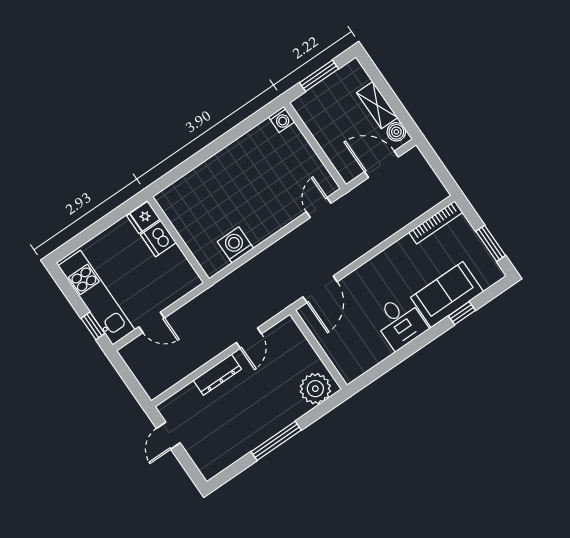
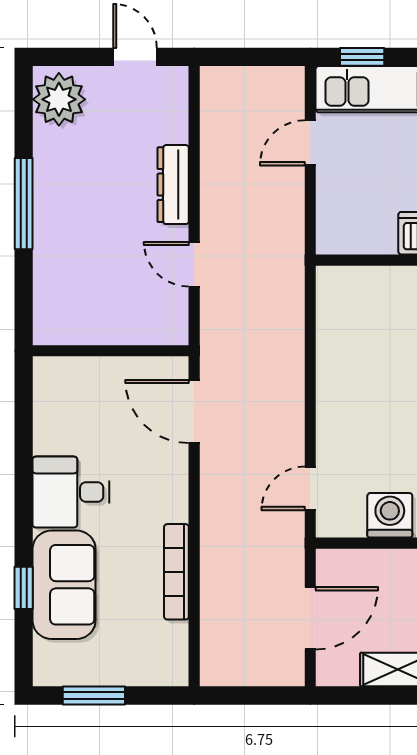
boiler: (396, 132) -> (342, 671), removed
door: (319, 208) -> (310, 488), swing flipped
bookcase: (436, 222) -> (176, 572), moved
washing machine: (235, 245) -> (390, 515), moved, turned -90
plant: (315, 389) -> (59, 99), moved

